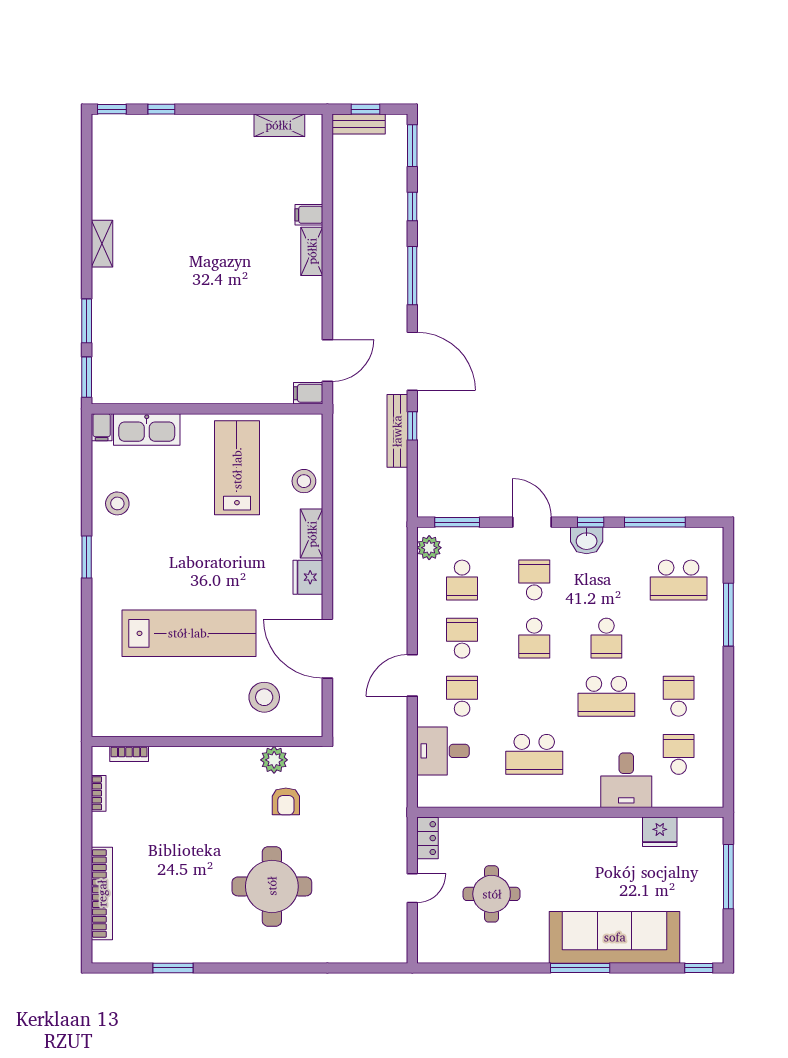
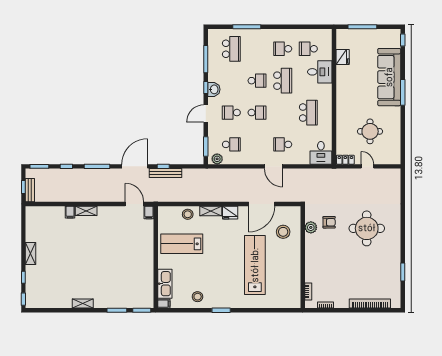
shelving: (279, 125) -> (30, 254), moved
school desk: (462, 638) -> (257, 144), removed
desk: (443, 751) -> (321, 153), moved

